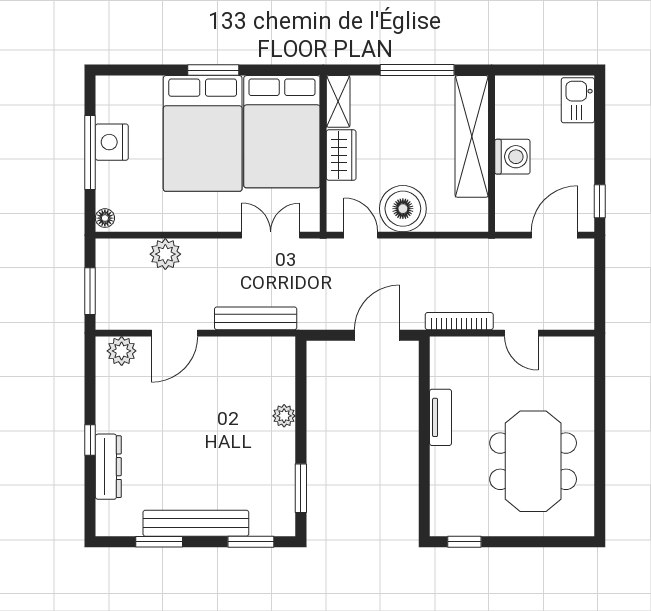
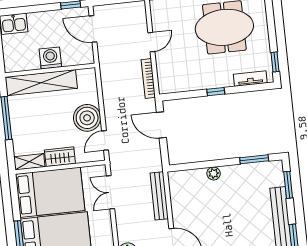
tv unit: (441, 417) -> (250, 78), moved
window: (424, 435) -> (216, 92), added

